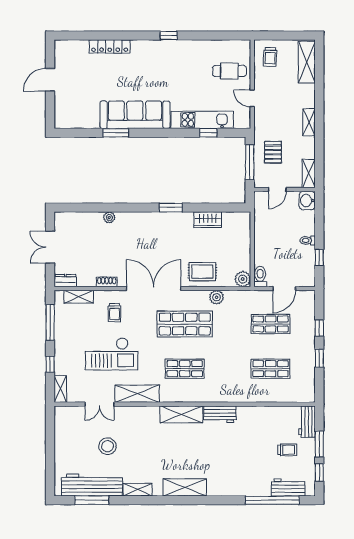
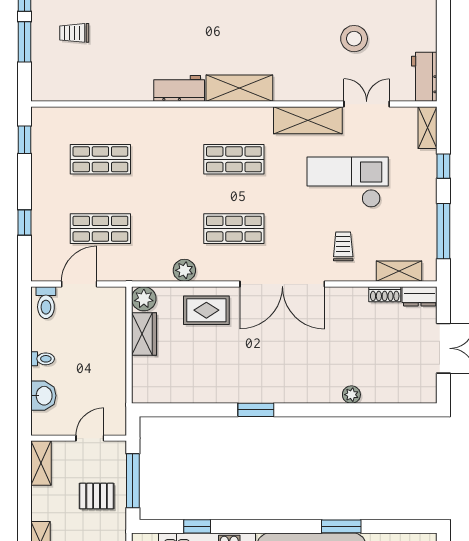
pallet: (273, 152) -> (97, 496), turned 90
washbasin: (307, 201) -> (43, 396), moved
wardrobe: (208, 220) -> (144, 334), moved, turned 90
window: (319, 257) -> (24, 332), removed
toilet: (260, 277) -> (46, 303), moved
shoe rack: (107, 282) -> (385, 294), moved
shop shelf: (185, 324) -> (234, 229), width x0.70, depth x0.74
window: (319, 358) -> (24, 140), moved
workbench: (307, 422) -> (424, 77), moved, turned 180

